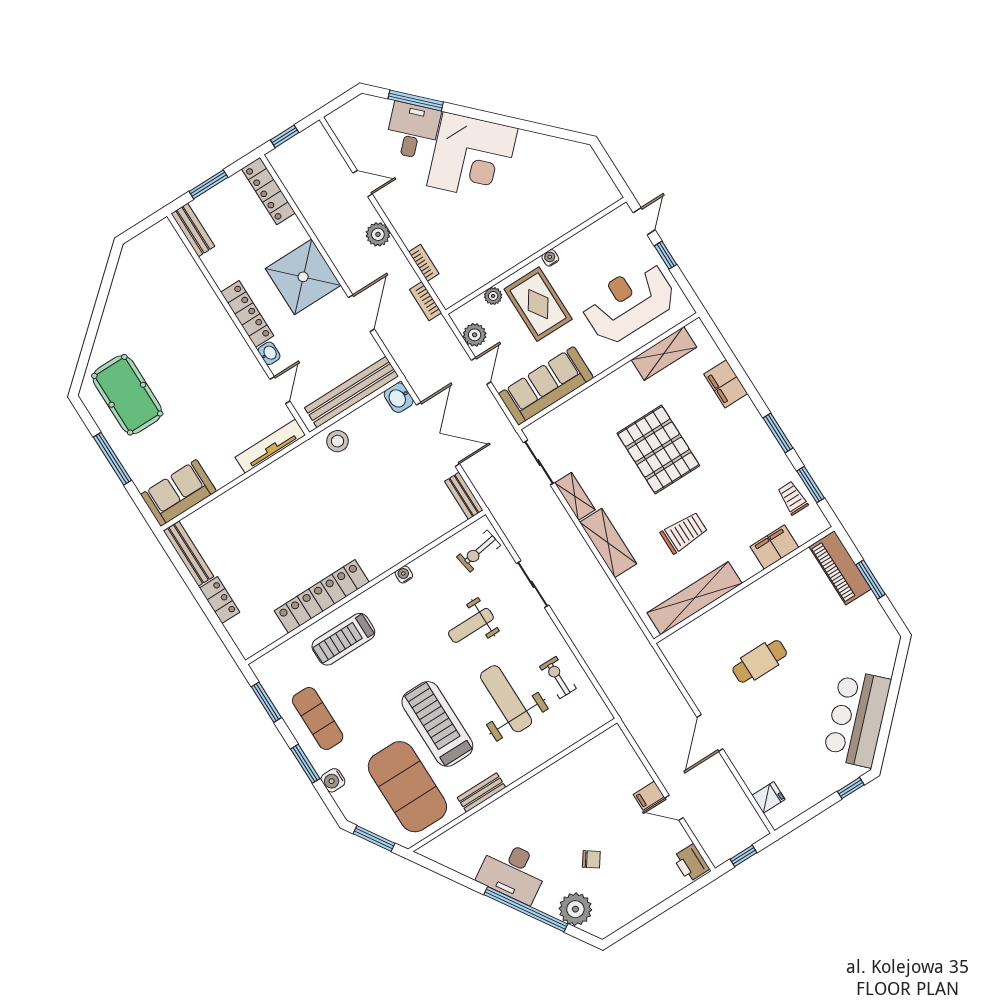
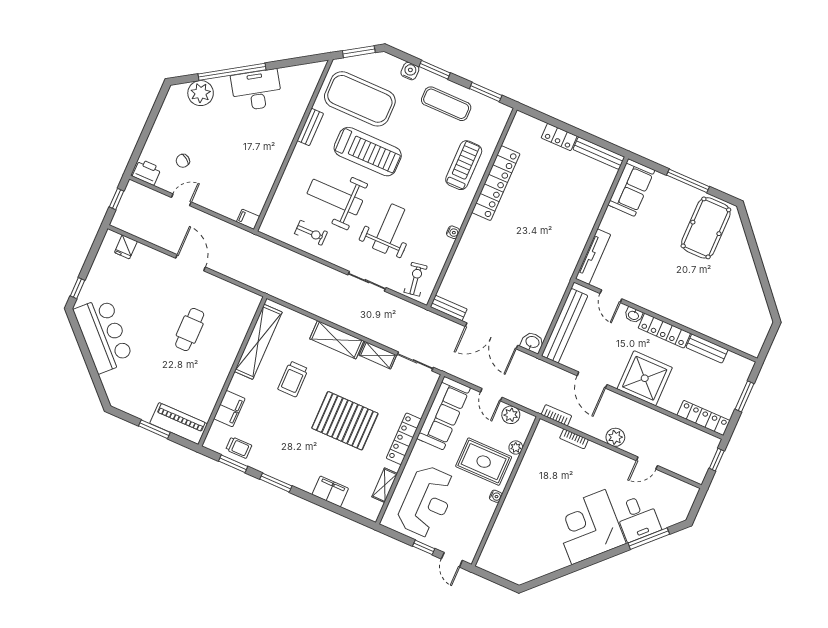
bench: (193, 230) -> (707, 348), moved
shelving: (664, 354) -> (385, 485), width x0.67, depth x0.75
locker: (608, 387) -> (404, 439), added
pool table: (127, 395) -> (706, 228), turned 90
stool: (338, 441) -> (552, 289), removed
weight bench: (471, 625) -> (389, 229), width x1.36, depth x1.33
weight bench: (506, 699) -> (335, 197), turned 180
filing cabinet: (649, 796) -> (248, 219), moved, turned -90
chair: (591, 859) -> (183, 161), moved

